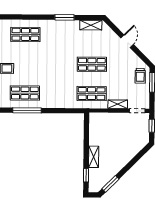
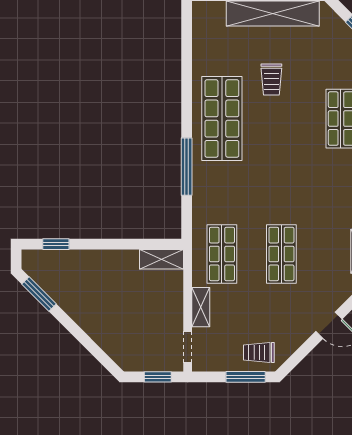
shop shelf: (25, 93) -> (222, 119), width x1.43, depth x1.36
window: (27, 110) -> (187, 167), moved
shelving: (94, 157) -> (162, 259), moved

